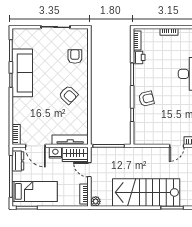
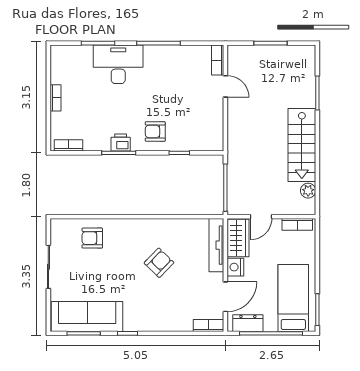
printer: (139, 57) -> (121, 142), moved
sofa: (22, 73) -> (87, 316), moved
armchair: (68, 95) -> (159, 263), moved
armchair: (146, 99) -> (155, 131), turned -76
stairs: (146, 192) -> (302, 145), width x0.73, depth x0.66
plant: (96, 201) -> (308, 191), moved

